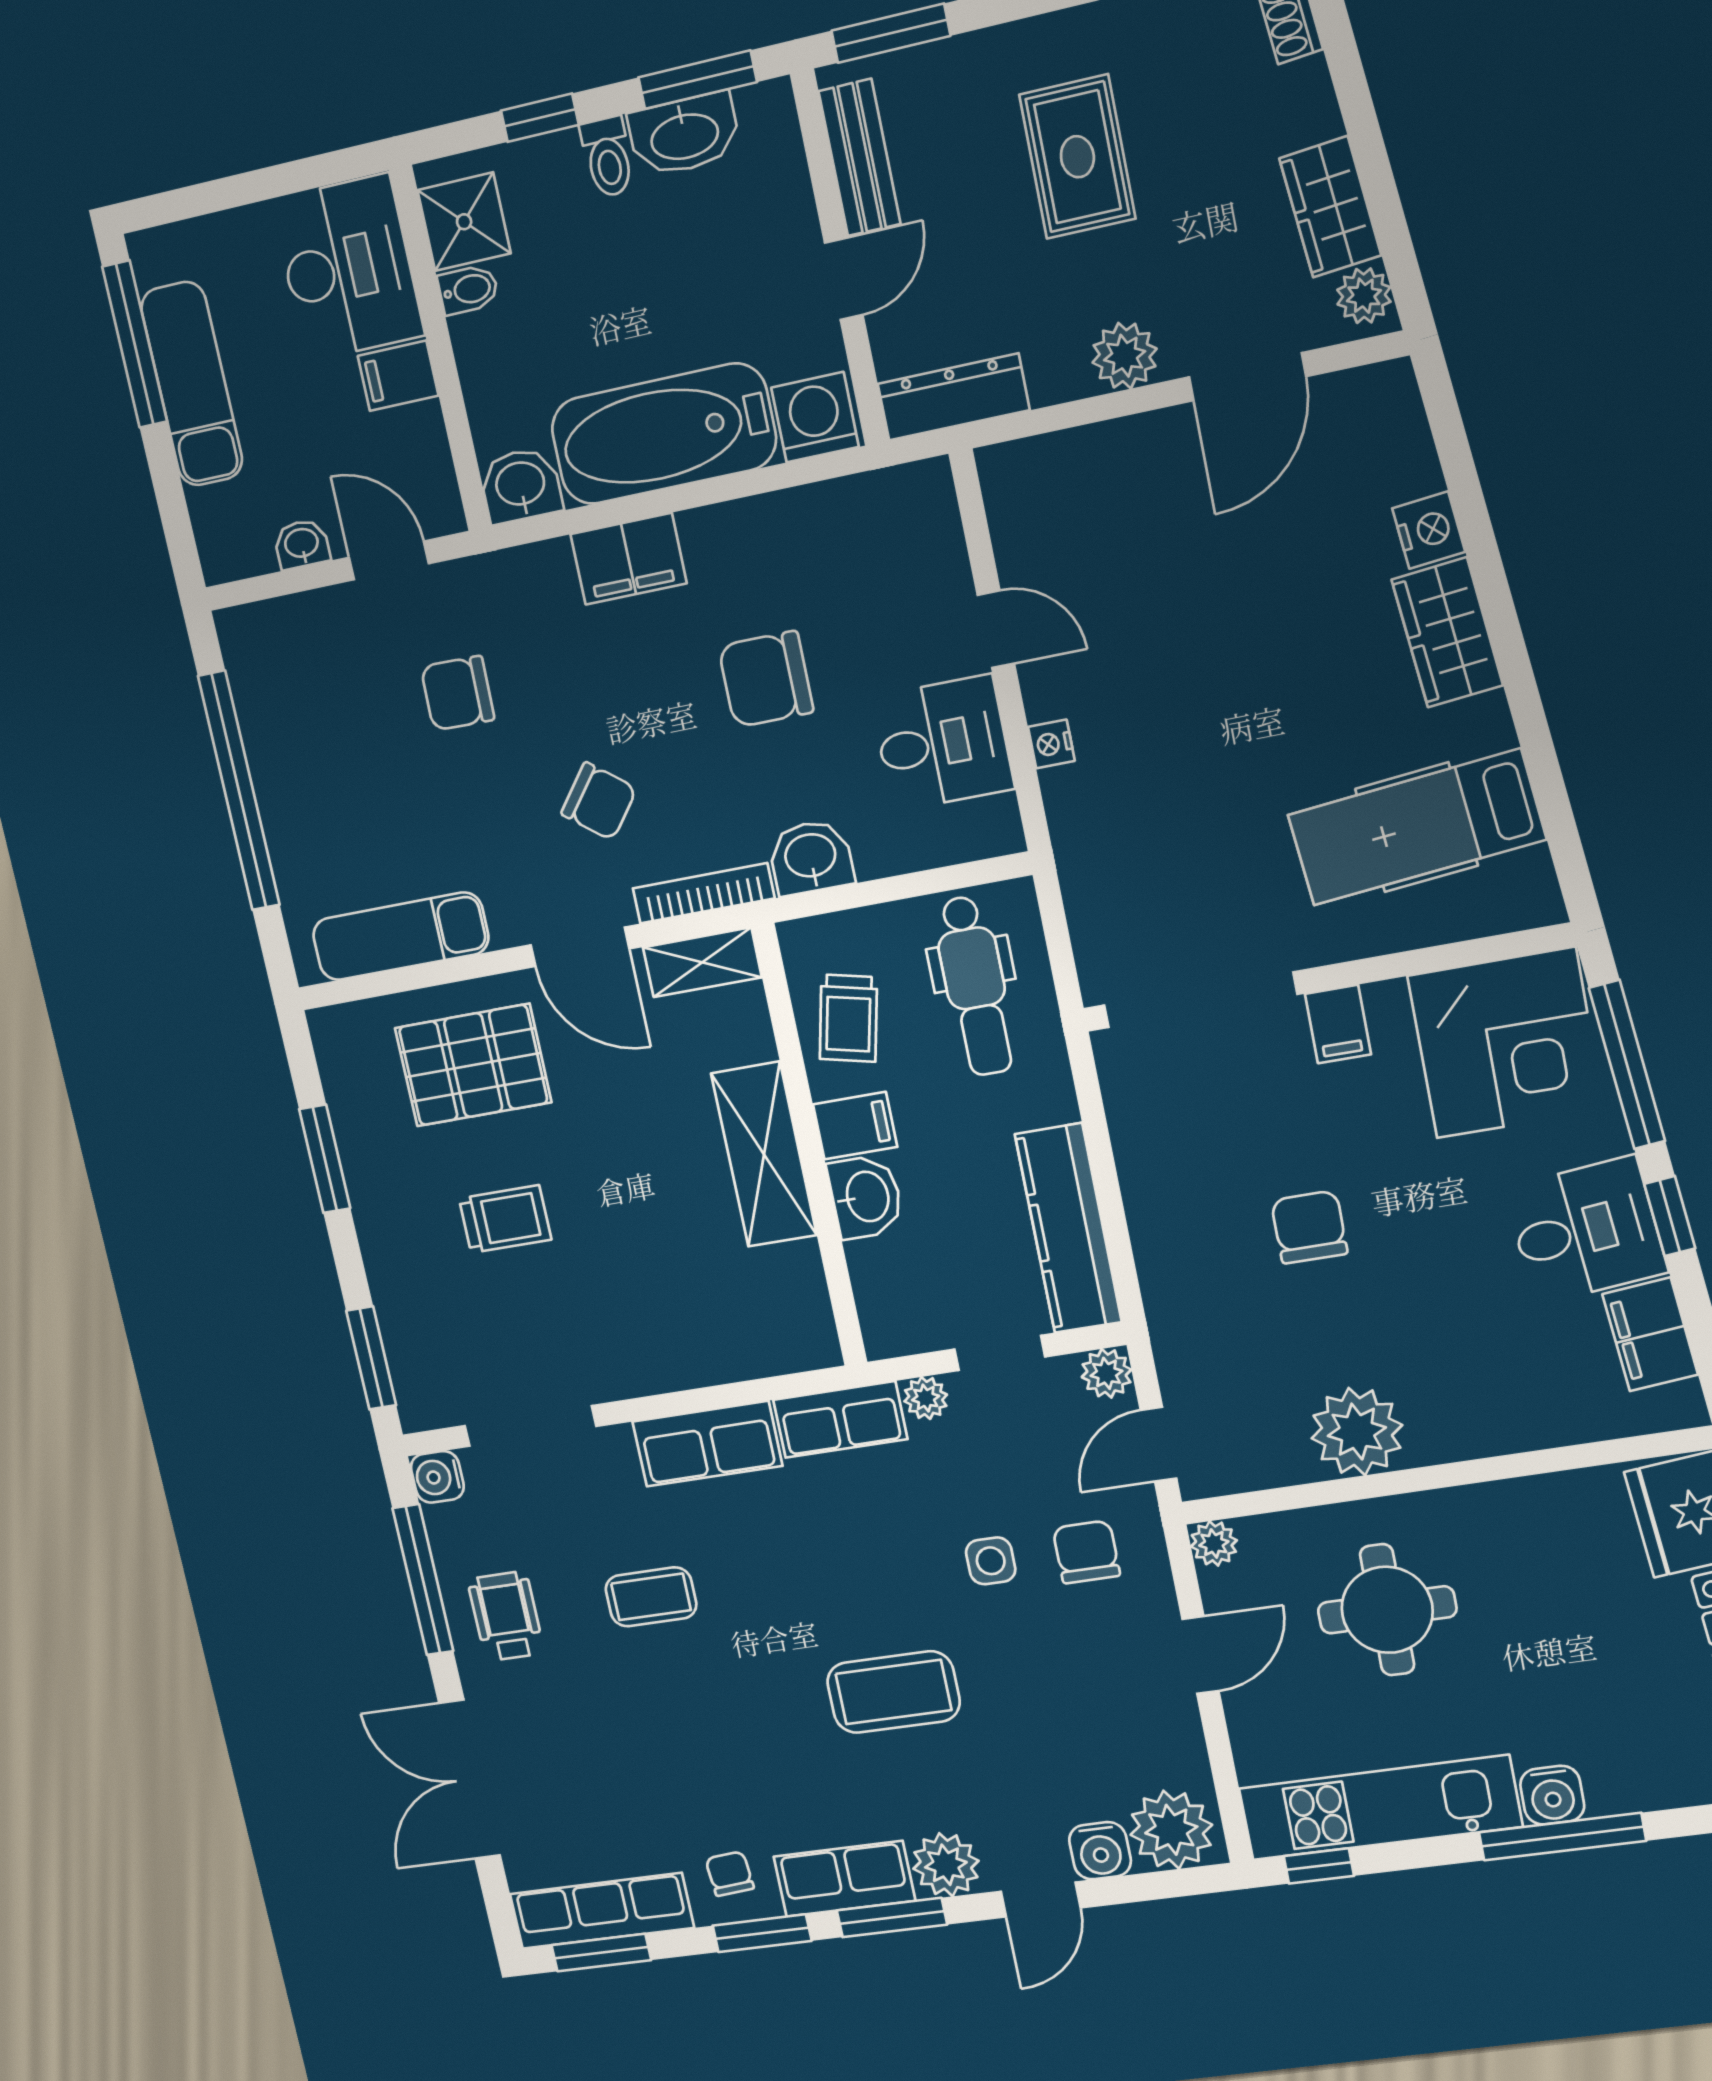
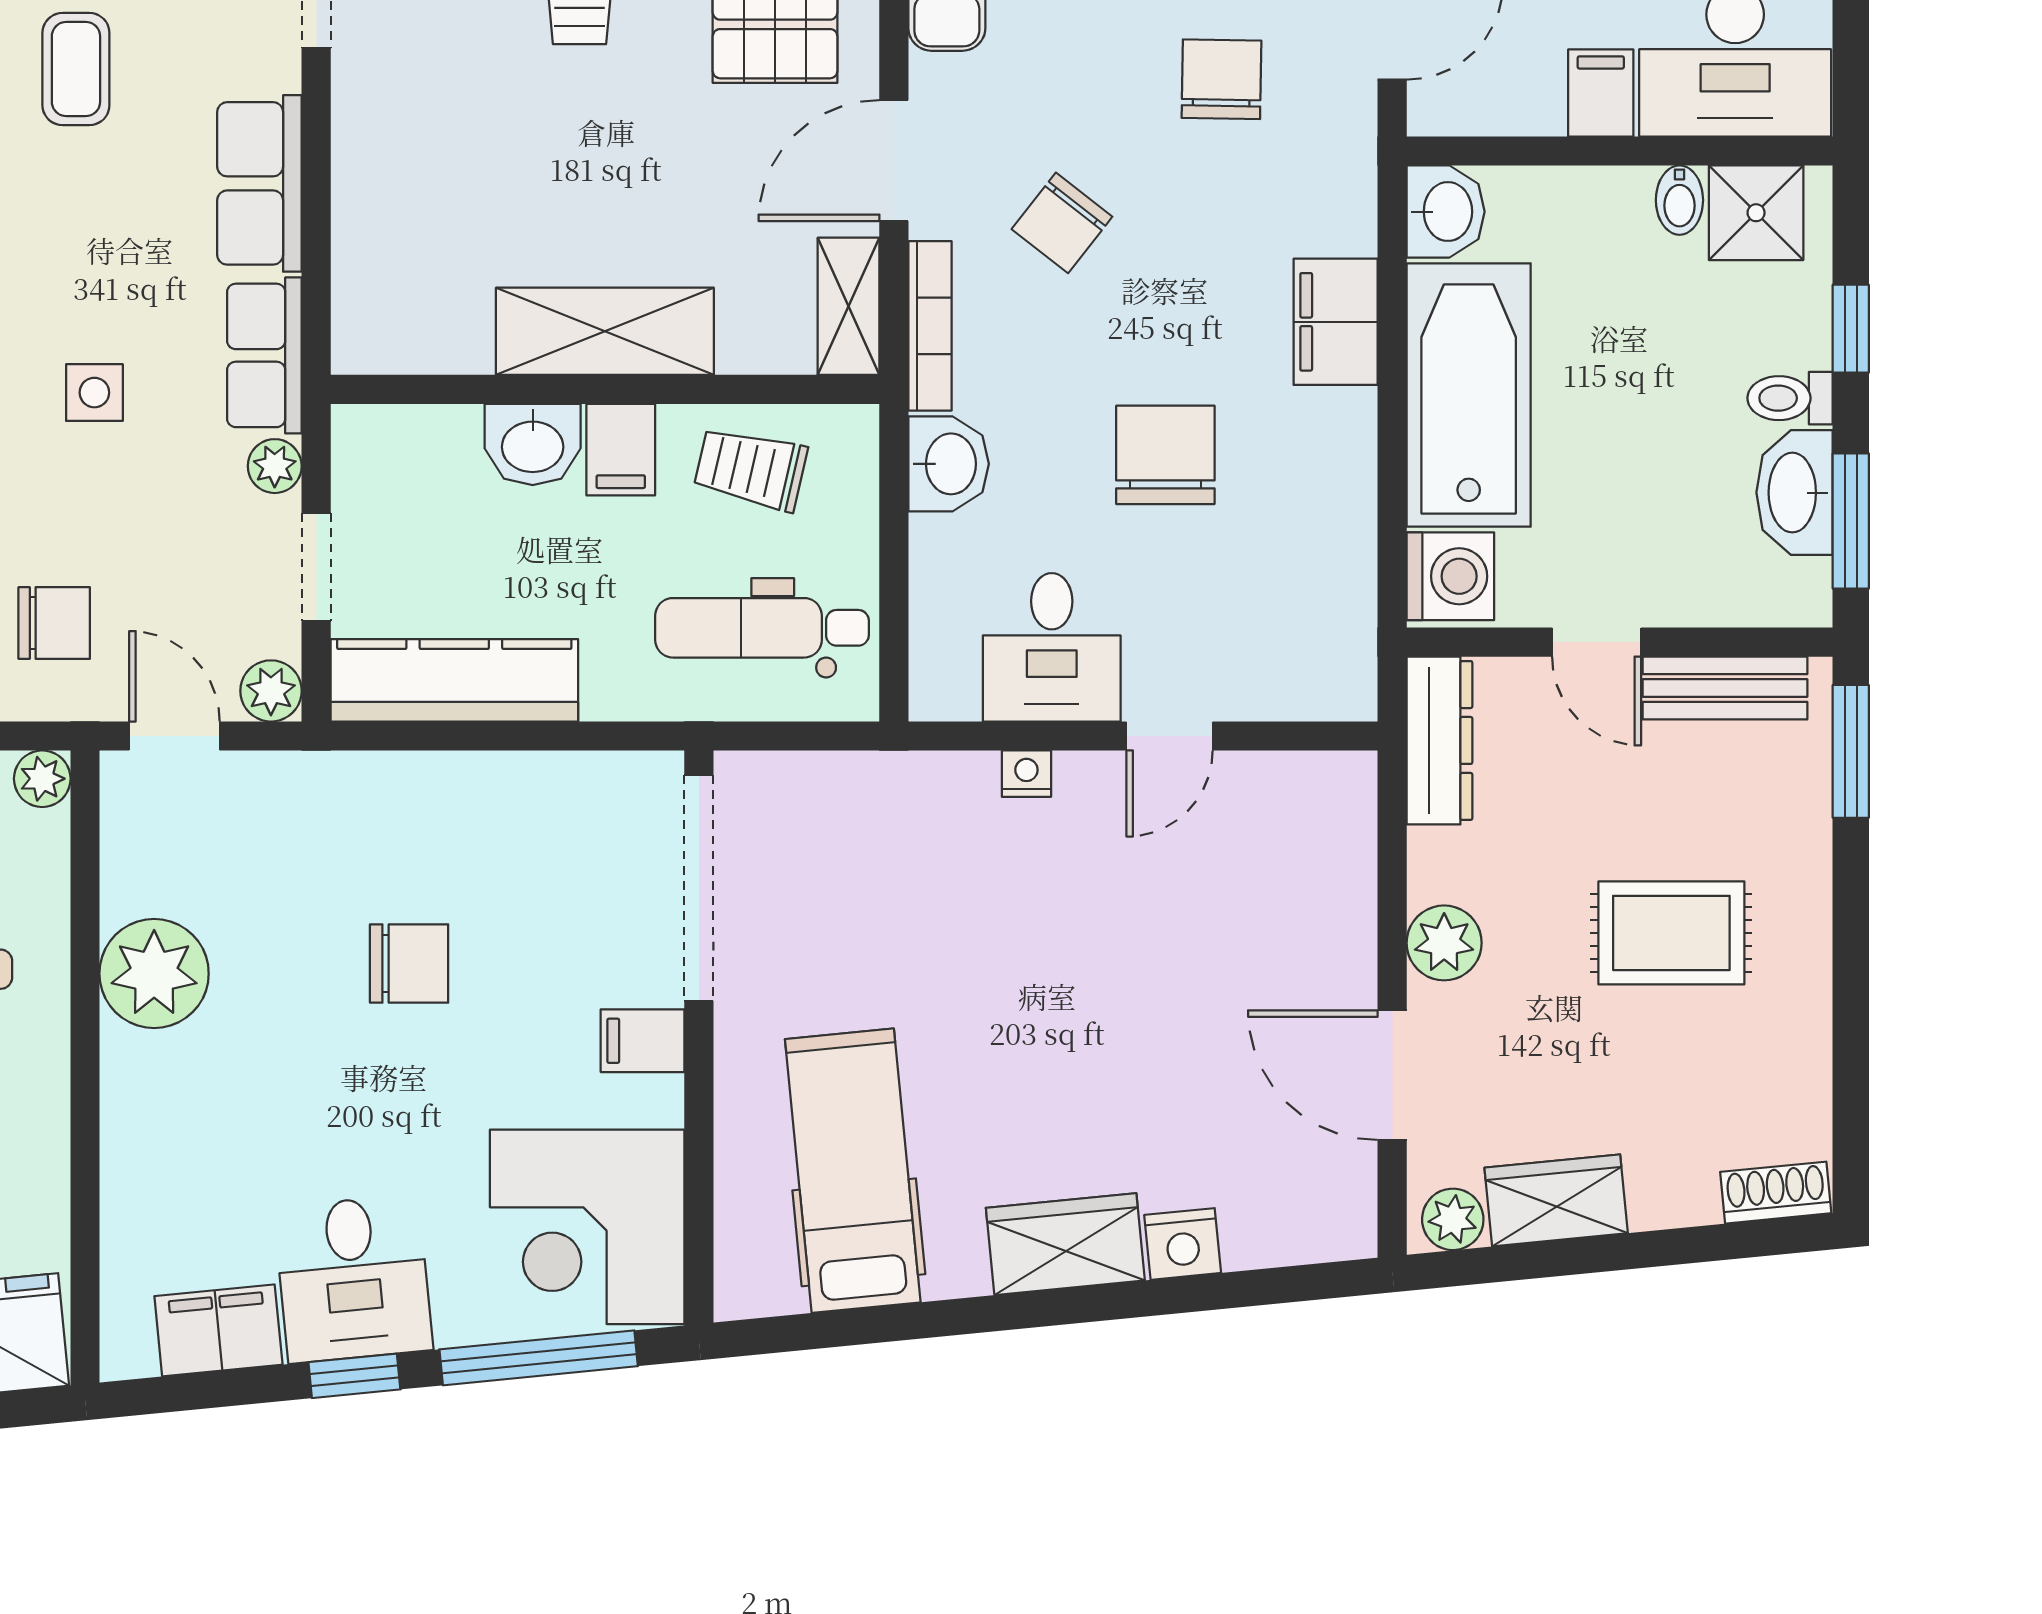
side table: (991, 1561) -> (94, 393), moved

